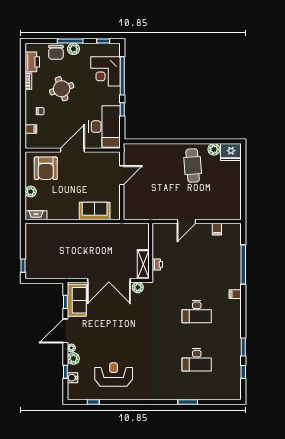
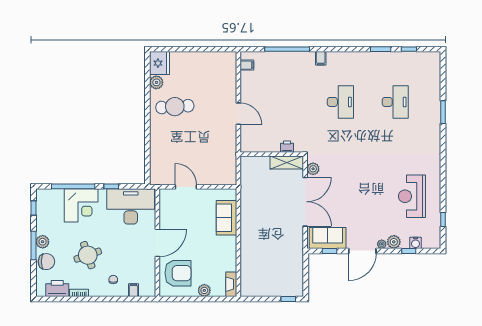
corner desk: (105, 71) -> (81, 205), moved
door: (72, 150) -> (157, 243), swing flipped
filing cabinet: (217, 229) -> (247, 65), moved
door: (65, 331) -> (362, 251), hinge flipped

